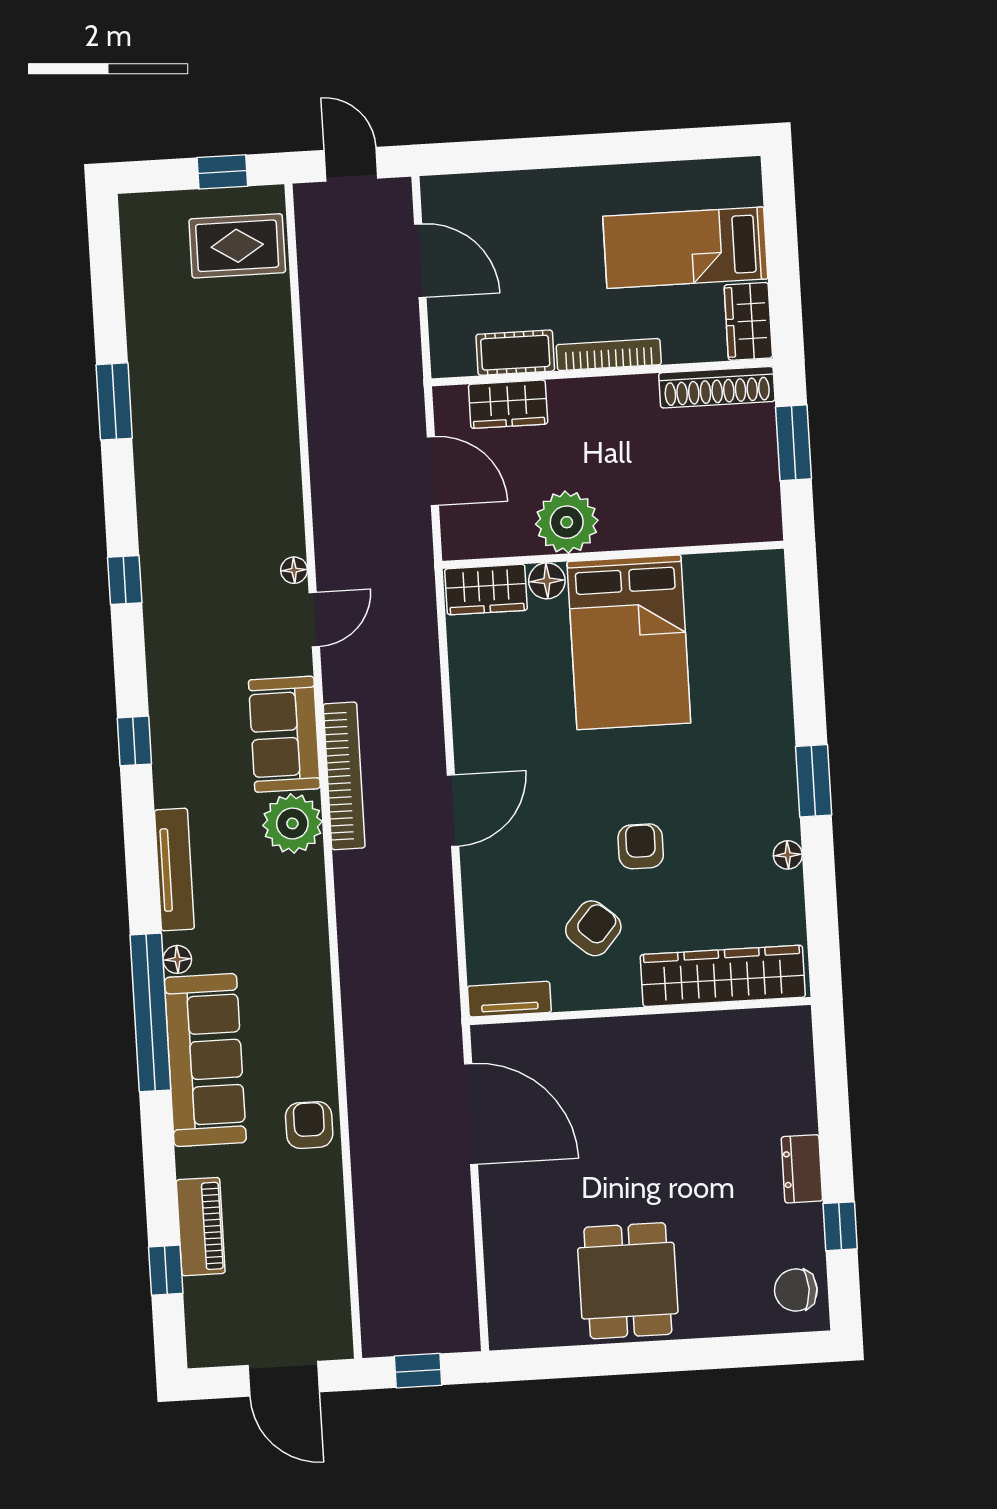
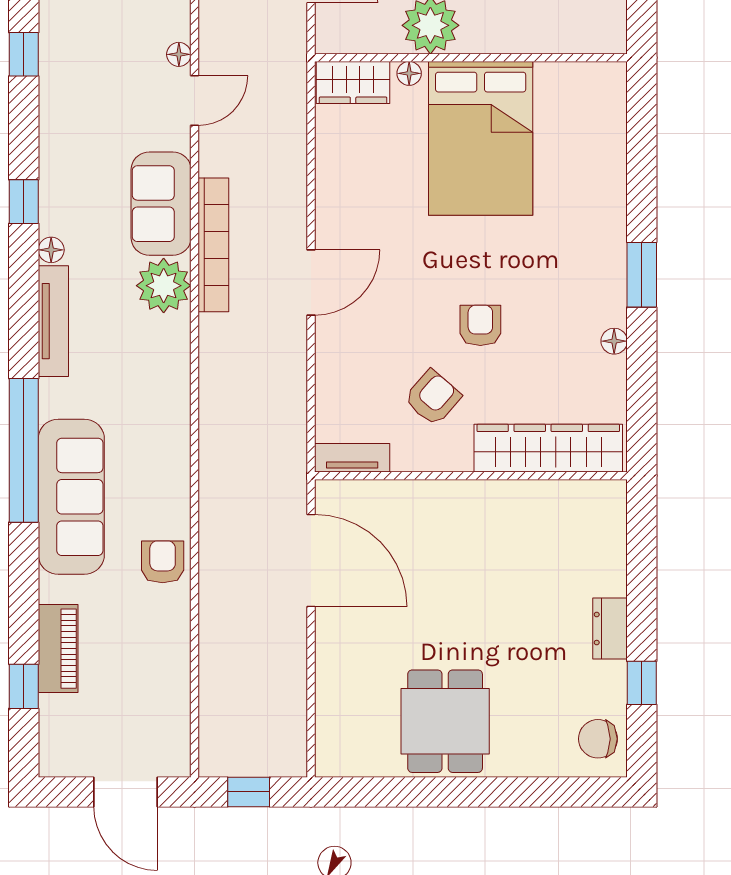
floor lamp: (547, 581) -> (409, 73), width x0.73, depth x0.73
floor lamp: (177, 959) -> (51, 250), moved

